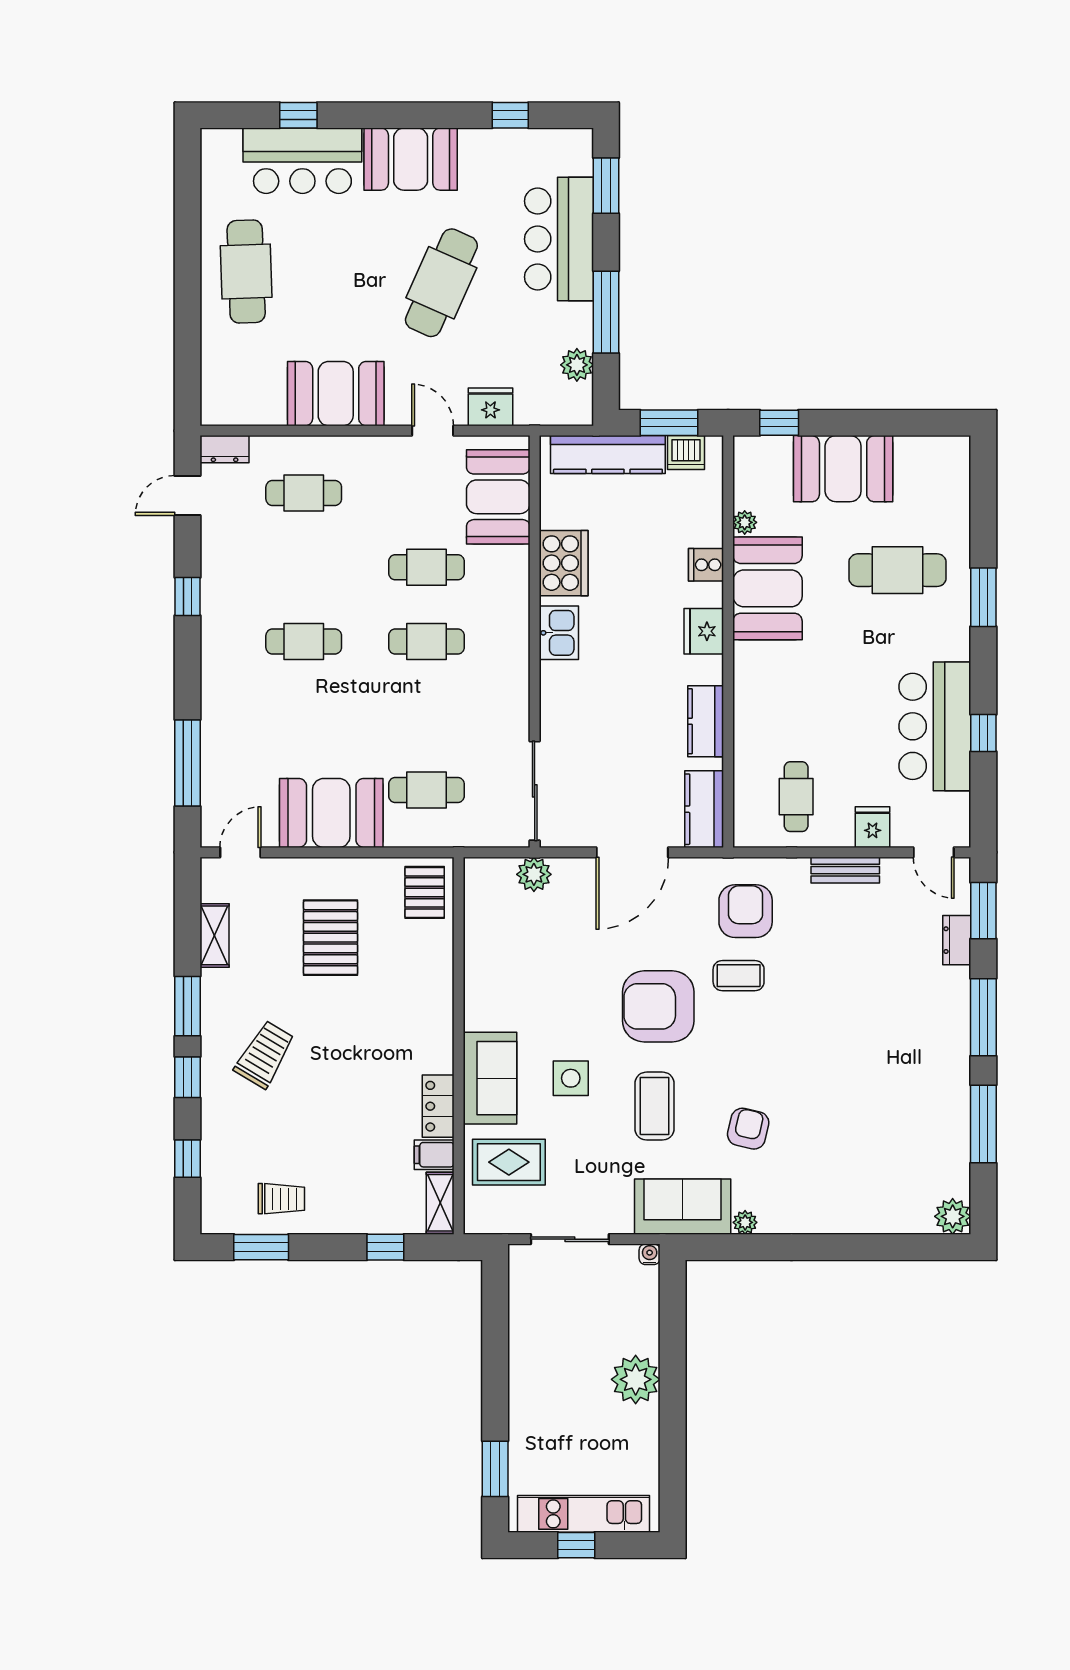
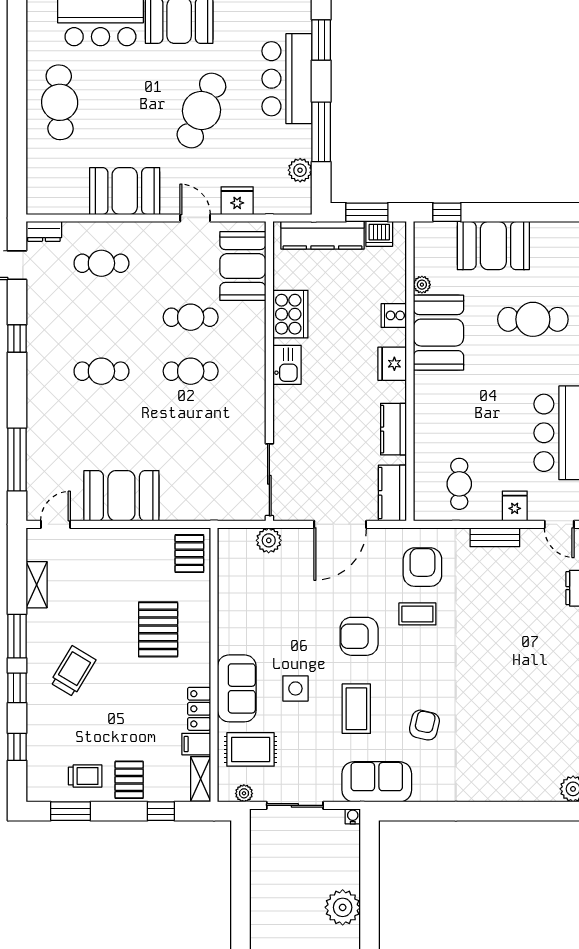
cafe table: (426, 790) -> (191, 479), removed
pallet: (331, 938) -> (158, 629), moved
armchair: (658, 1006) -> (359, 636), width x0.73, depth x0.73
pallet: (342, 1204) -> (129, 780), added
plant: (745, 1222) -> (244, 793), moved

